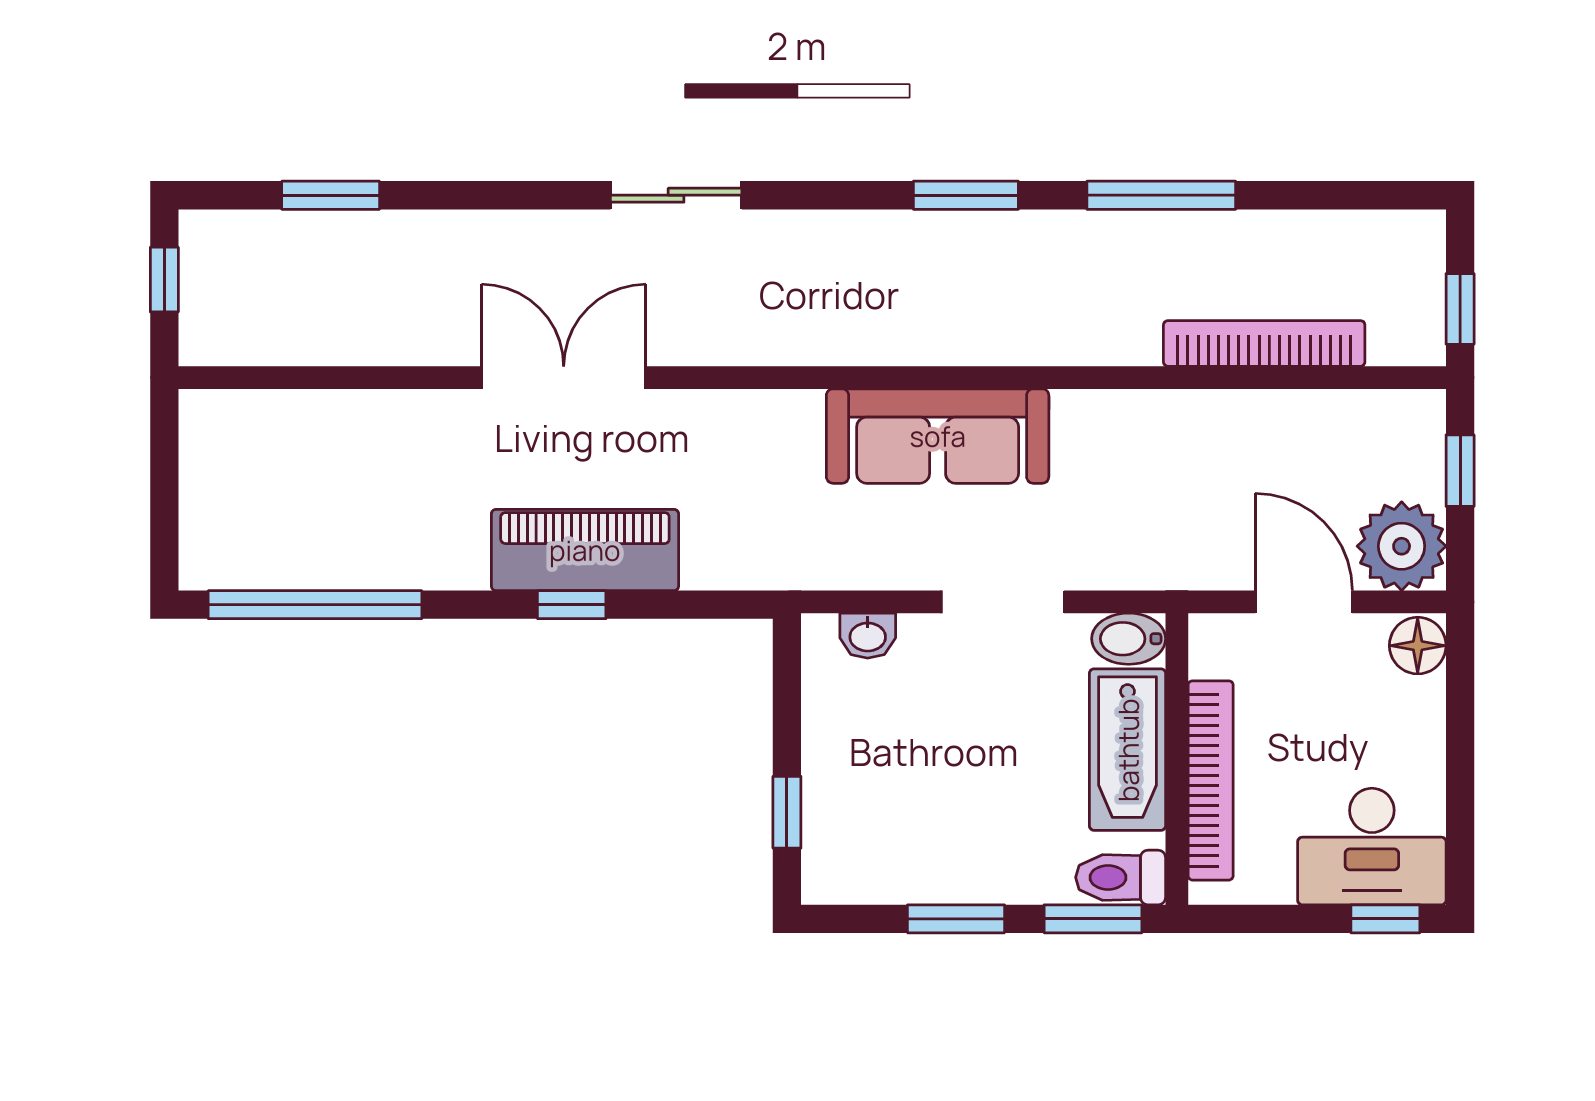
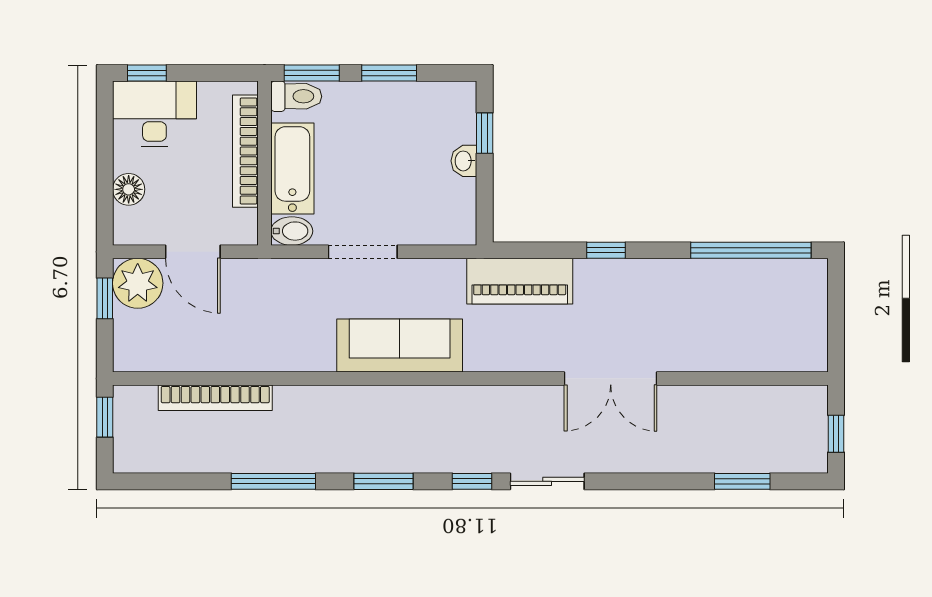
window: (809, 195) -> (472, 481), added
window: (1460, 471) -> (105, 298), moved
piano: (585, 550) -> (520, 281), moved
washbasin: (868, 636) -> (464, 161), moved, turned -90
floor lamp: (1418, 646) -> (129, 189), moved

